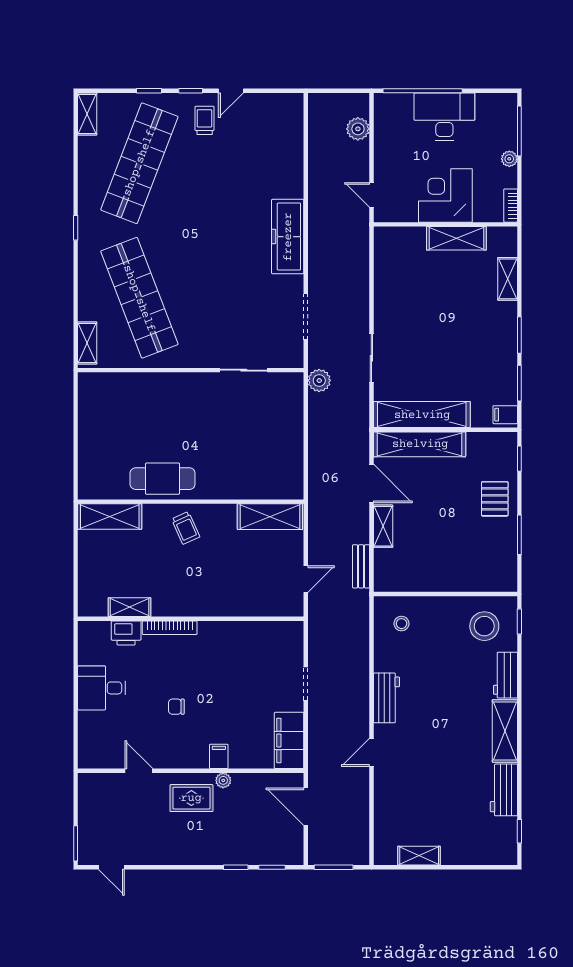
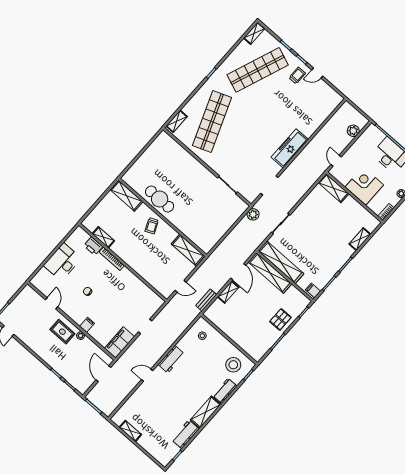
shelving: (456, 238) -> (334, 188), moved
desk: (102, 688) -> (62, 262), width x1.37

